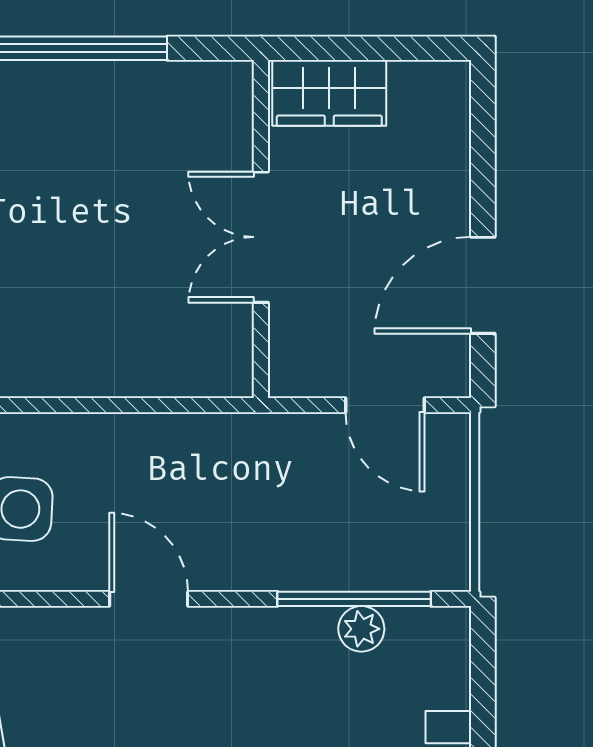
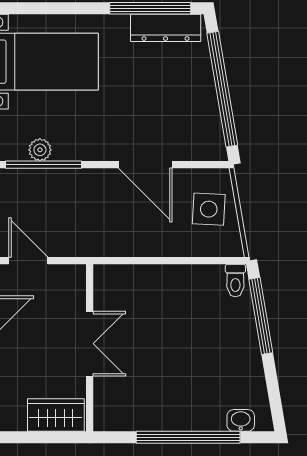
door: (149, 599) -> (145, 165), width x1.38

